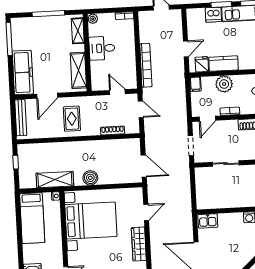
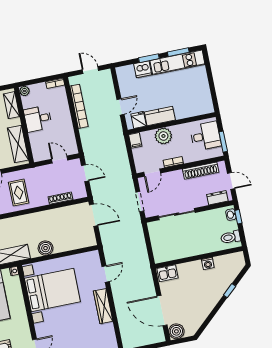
bookcase: (146, 65) -> (79, 106), moved
sliding door: (226, 164) -> (177, 214), width x1.37
door: (144, 166) -> (94, 215), moved

